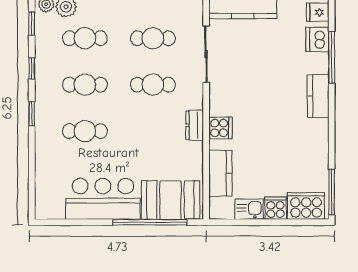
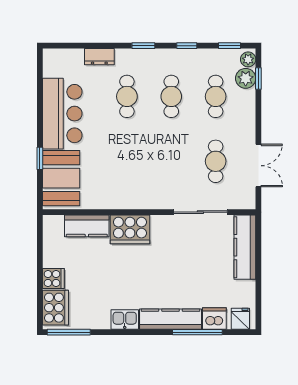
cafe table: (153, 85) -> (171, 161), removed
kitchen counter: (318, 96) -> (171, 319), width x1.50
dresser: (195, 125) -> (99, 57), moved, turned 180
cooker: (220, 128) -> (130, 229), width x1.87, depth x1.31
kitchen sink: (249, 209) -> (125, 320), moved, turned -90
window: (150, 222) -> (40, 158), width x0.32

